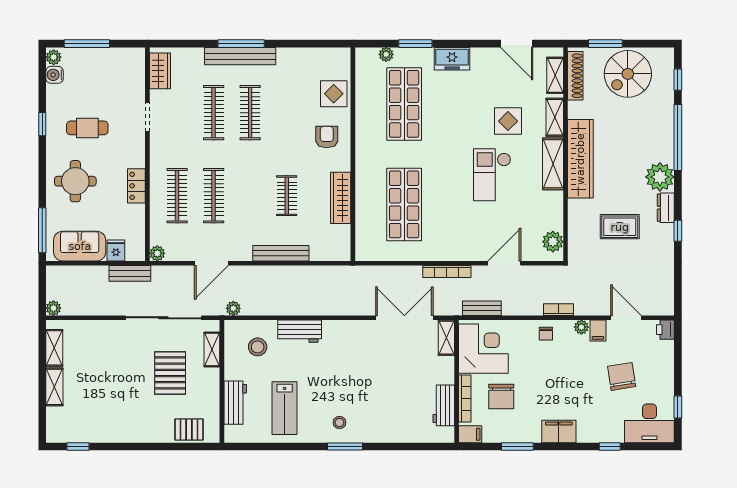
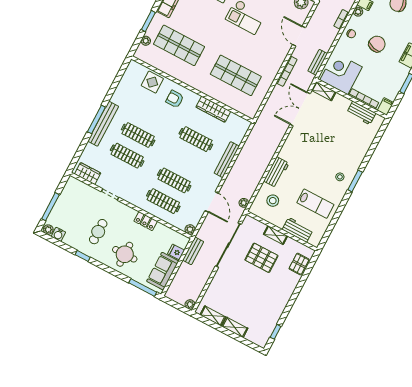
clothes rail: (287, 196) -> (196, 139), width x1.36
shelving: (212, 350) -> (276, 235), moved
chair: (501, 396) -> (377, 44), moved, turned -75

